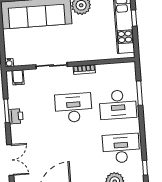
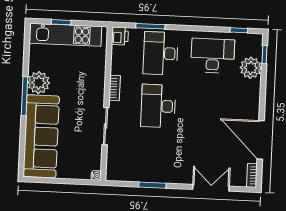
filing cabinet: (18, 77) -> (115, 167), removed
desk: (118, 105) -> (161, 53), turned 180
printer: (16, 116) -> (120, 36), moved, turned 90
desk: (121, 148) -> (213, 56), turned 90

